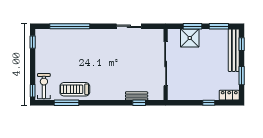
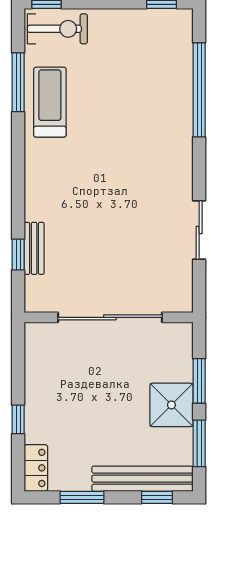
shower: (190, 38) -> (171, 405), moved

